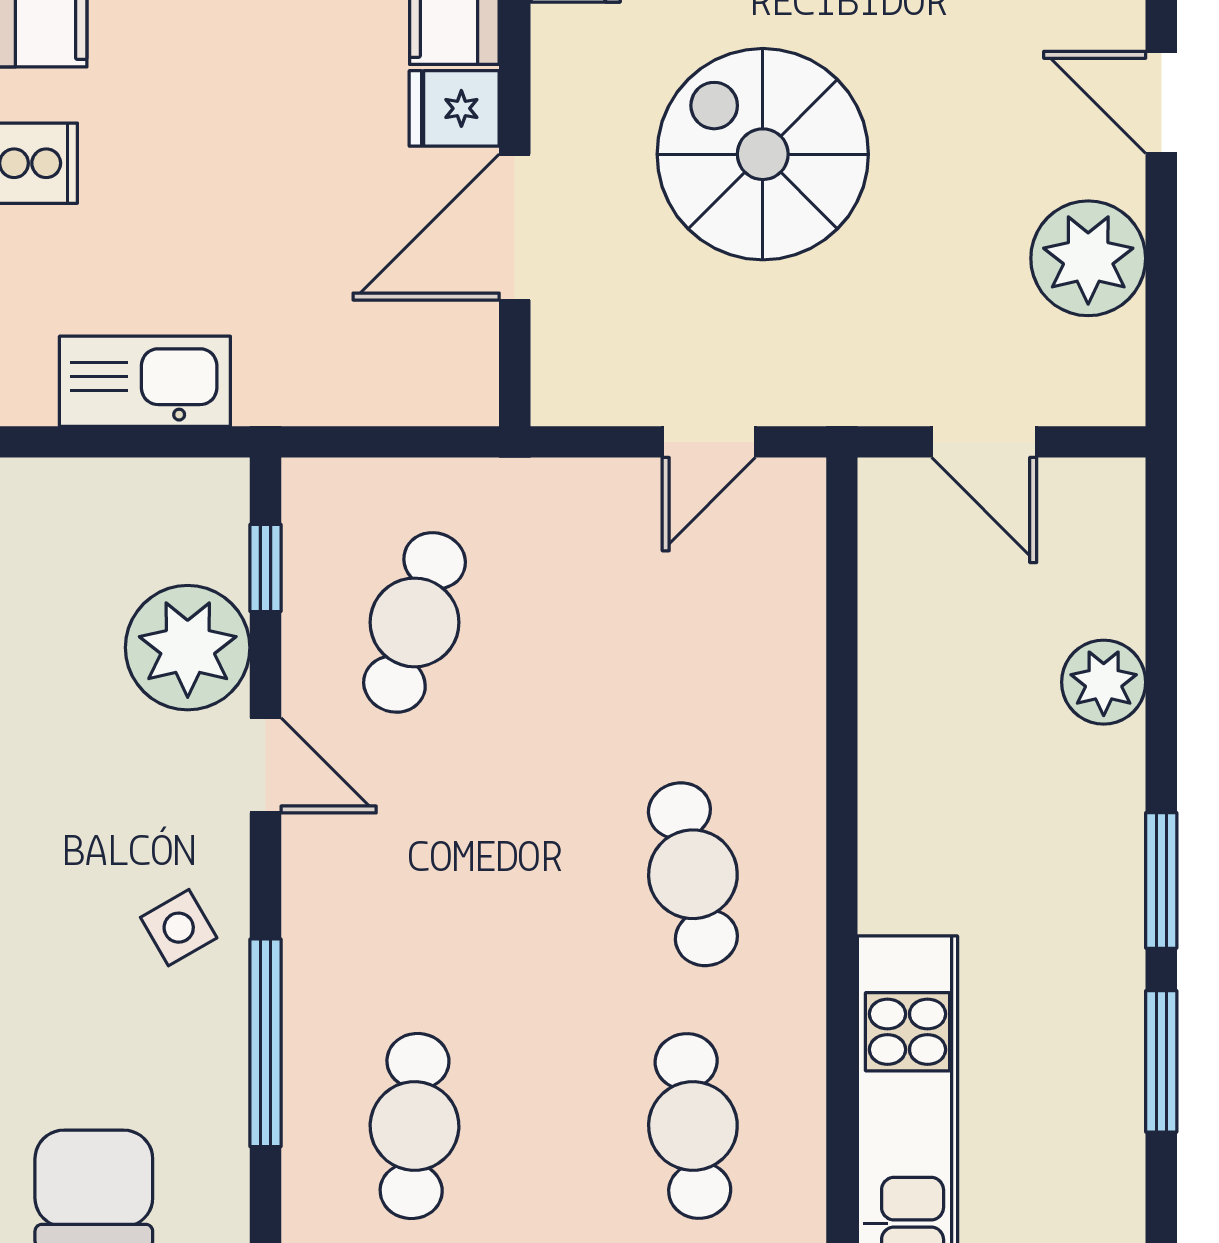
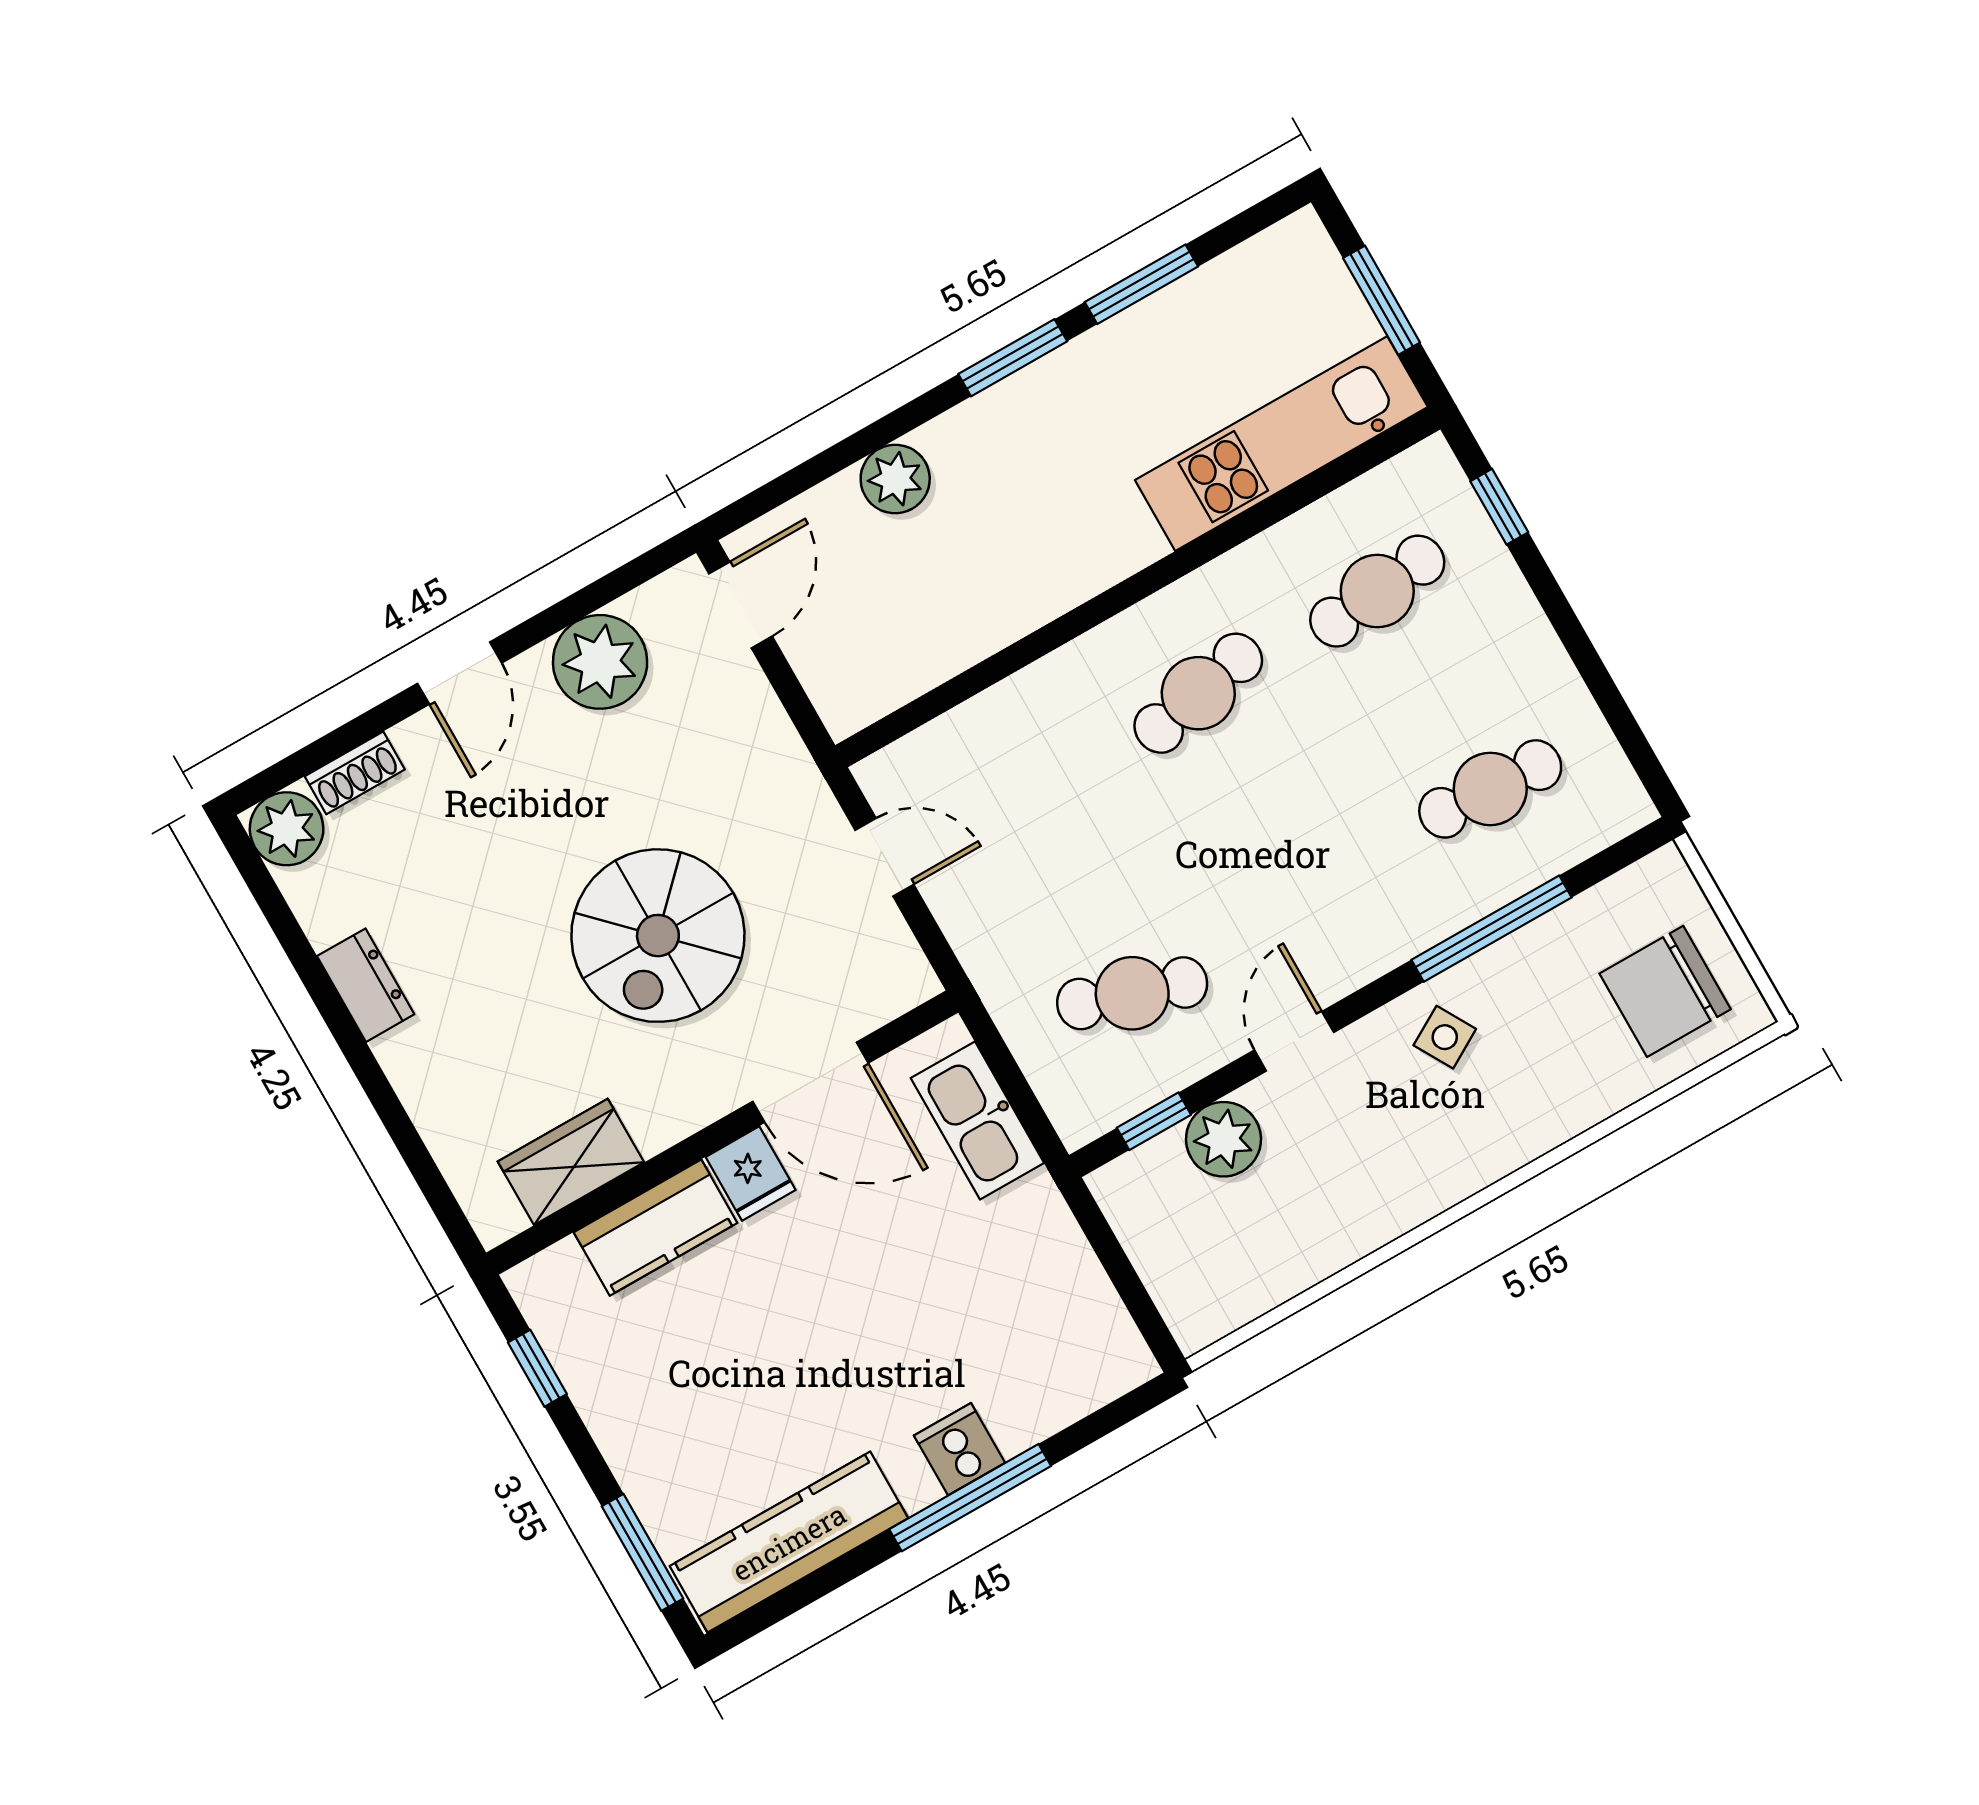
kitchen sink: (145, 381) -> (977, 1120), moved
door: (984, 442) -> (741, 605), moved
plant: (188, 648) -> (1224, 1139), width x0.73, depth x0.73

